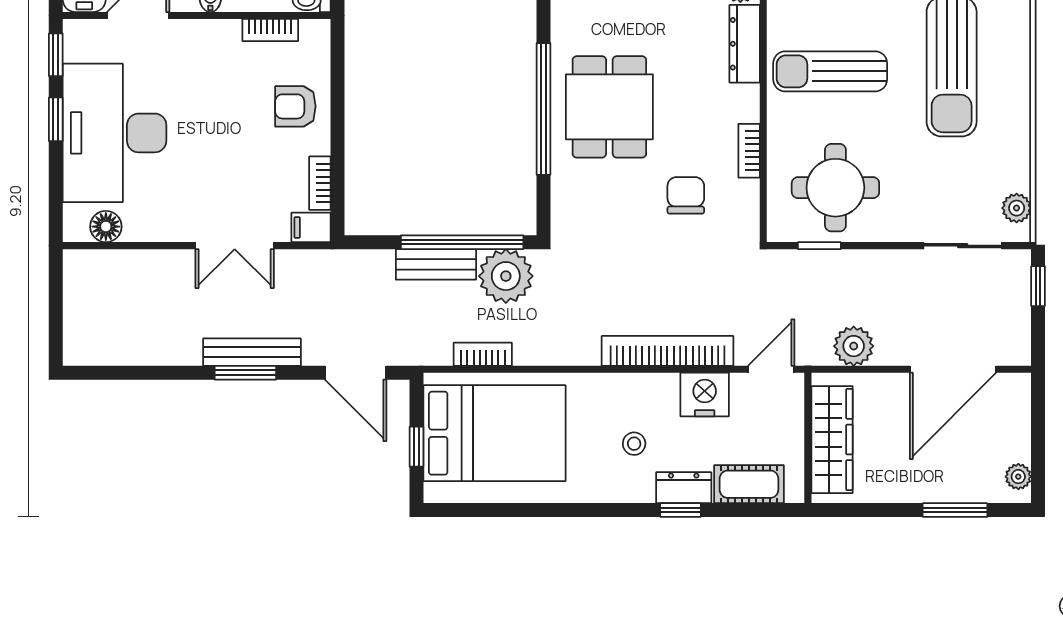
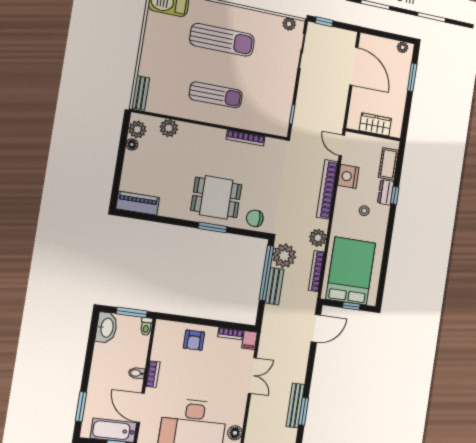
bookcase: (270, 30) -> (153, 374), moved
dresser: (745, 44) -> (197, 131), removed
sun lounger: (830, 71) -> (216, 95), turned -90
window: (543, 109) -> (213, 227), width x0.47
bookcase: (749, 151) -> (246, 138), width x1.56
round table: (835, 188) -> (268, 102), removed
chair: (686, 195) -> (255, 218), moved
plant: (854, 346) -> (318, 238), moved
bench: (252, 352) -> (295, 405), moved
bookcase: (483, 354) -> (316, 271), width x1.56
window: (245, 373) -> (303, 411), moved
wardrobe: (832, 440) -> (375, 124), width x0.67

